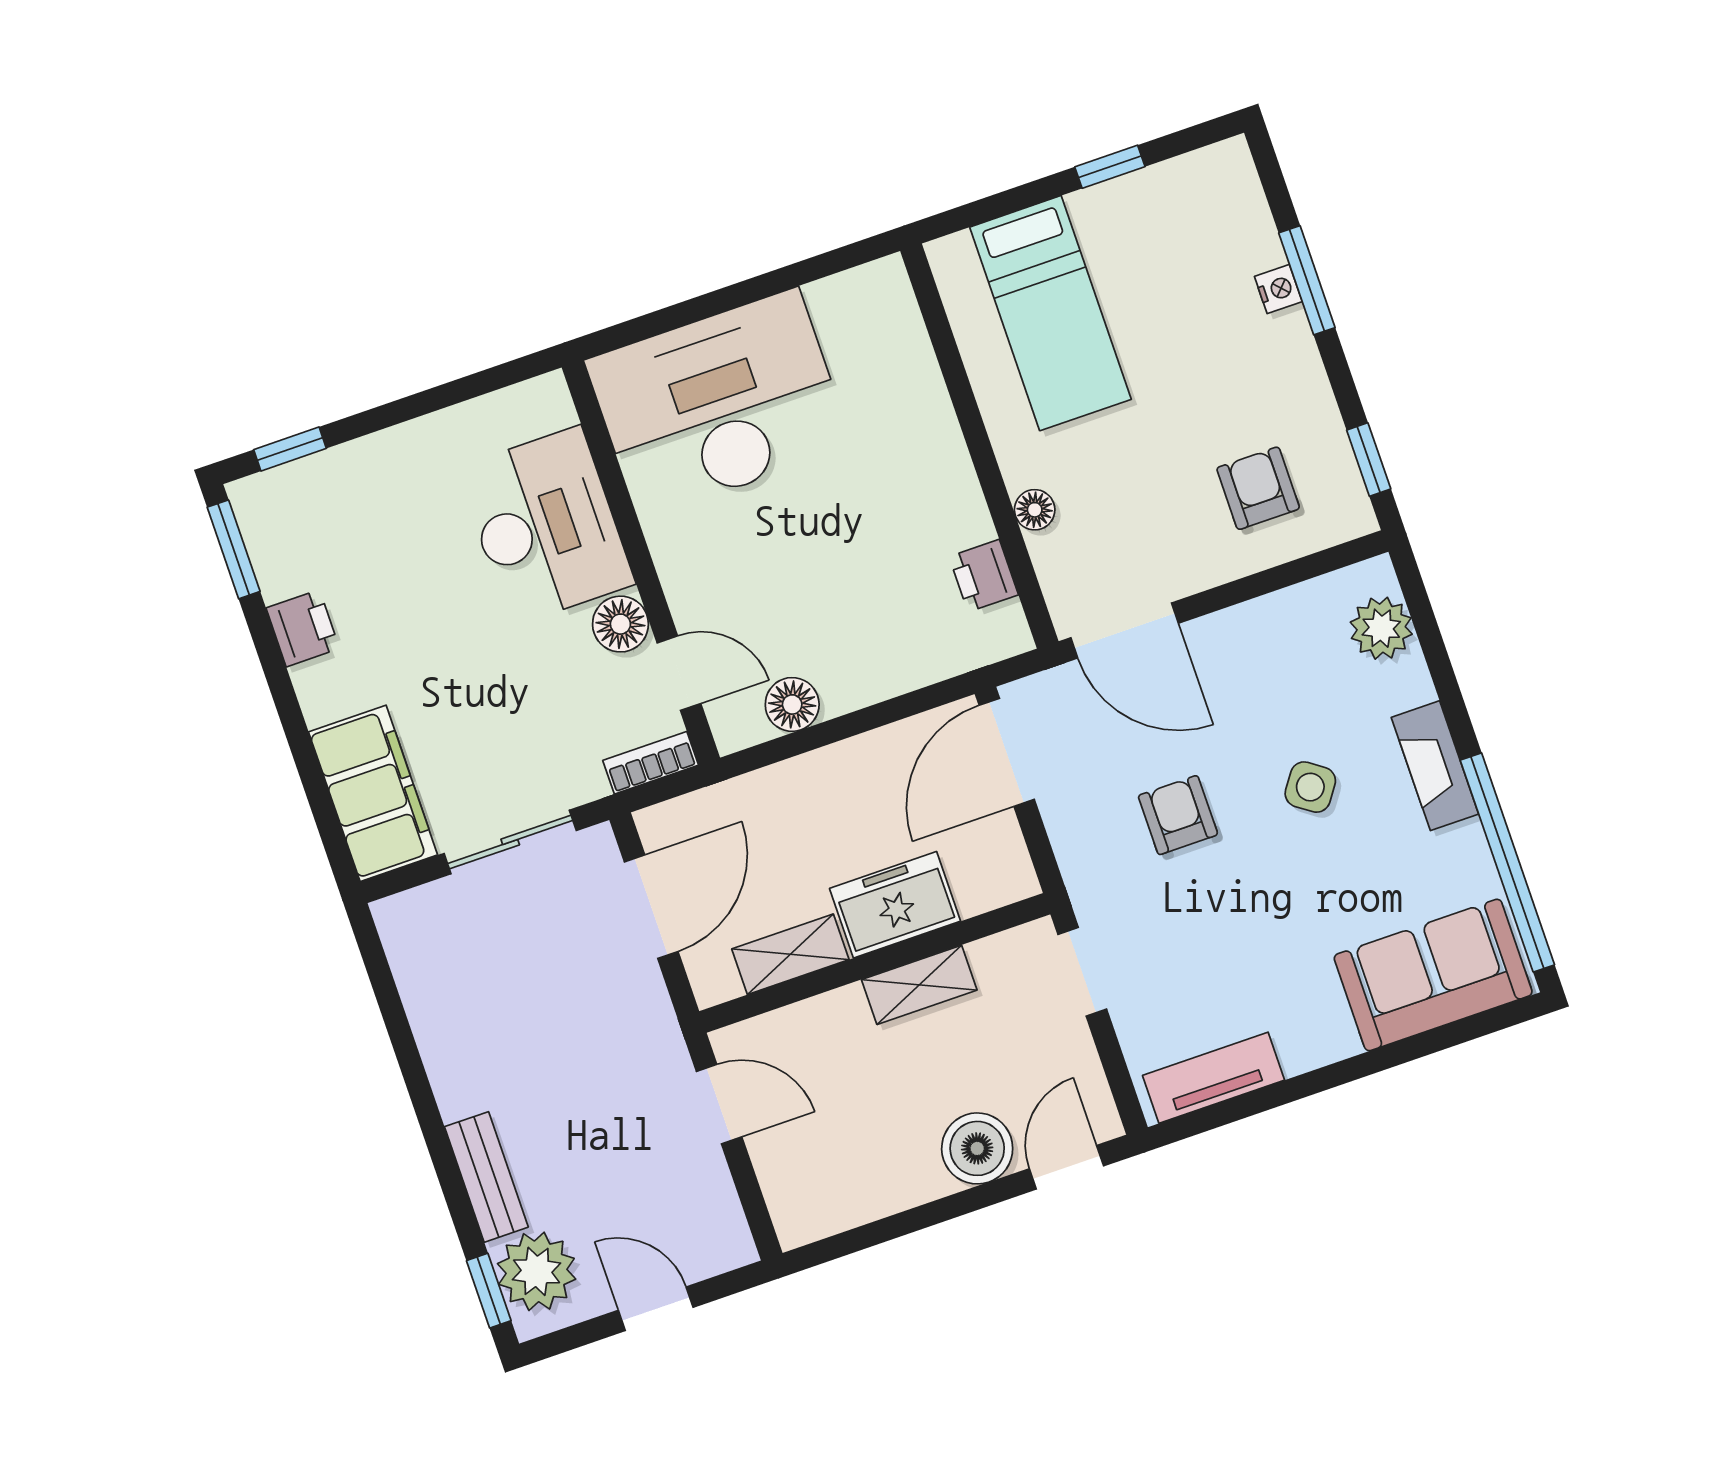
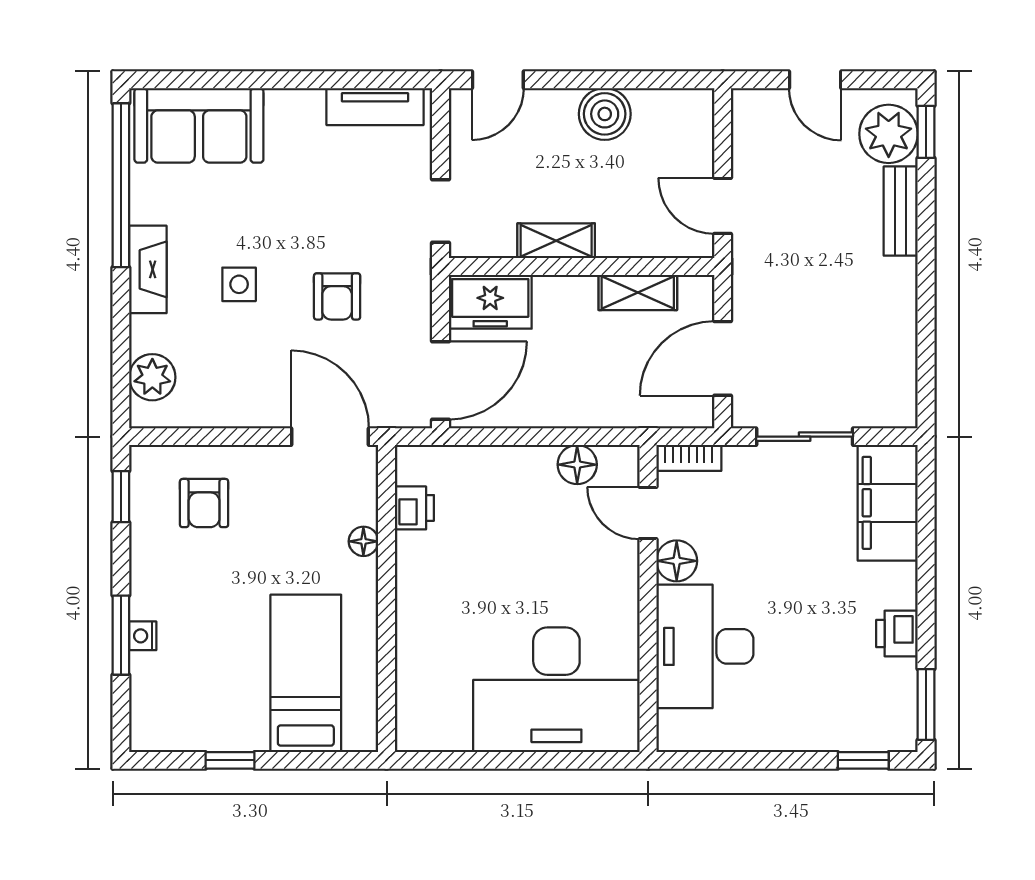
side table: (1310, 787) -> (239, 284), turned -35
freezer: (895, 905) -> (490, 302), moved
boiler: (977, 1148) -> (605, 114), moved

